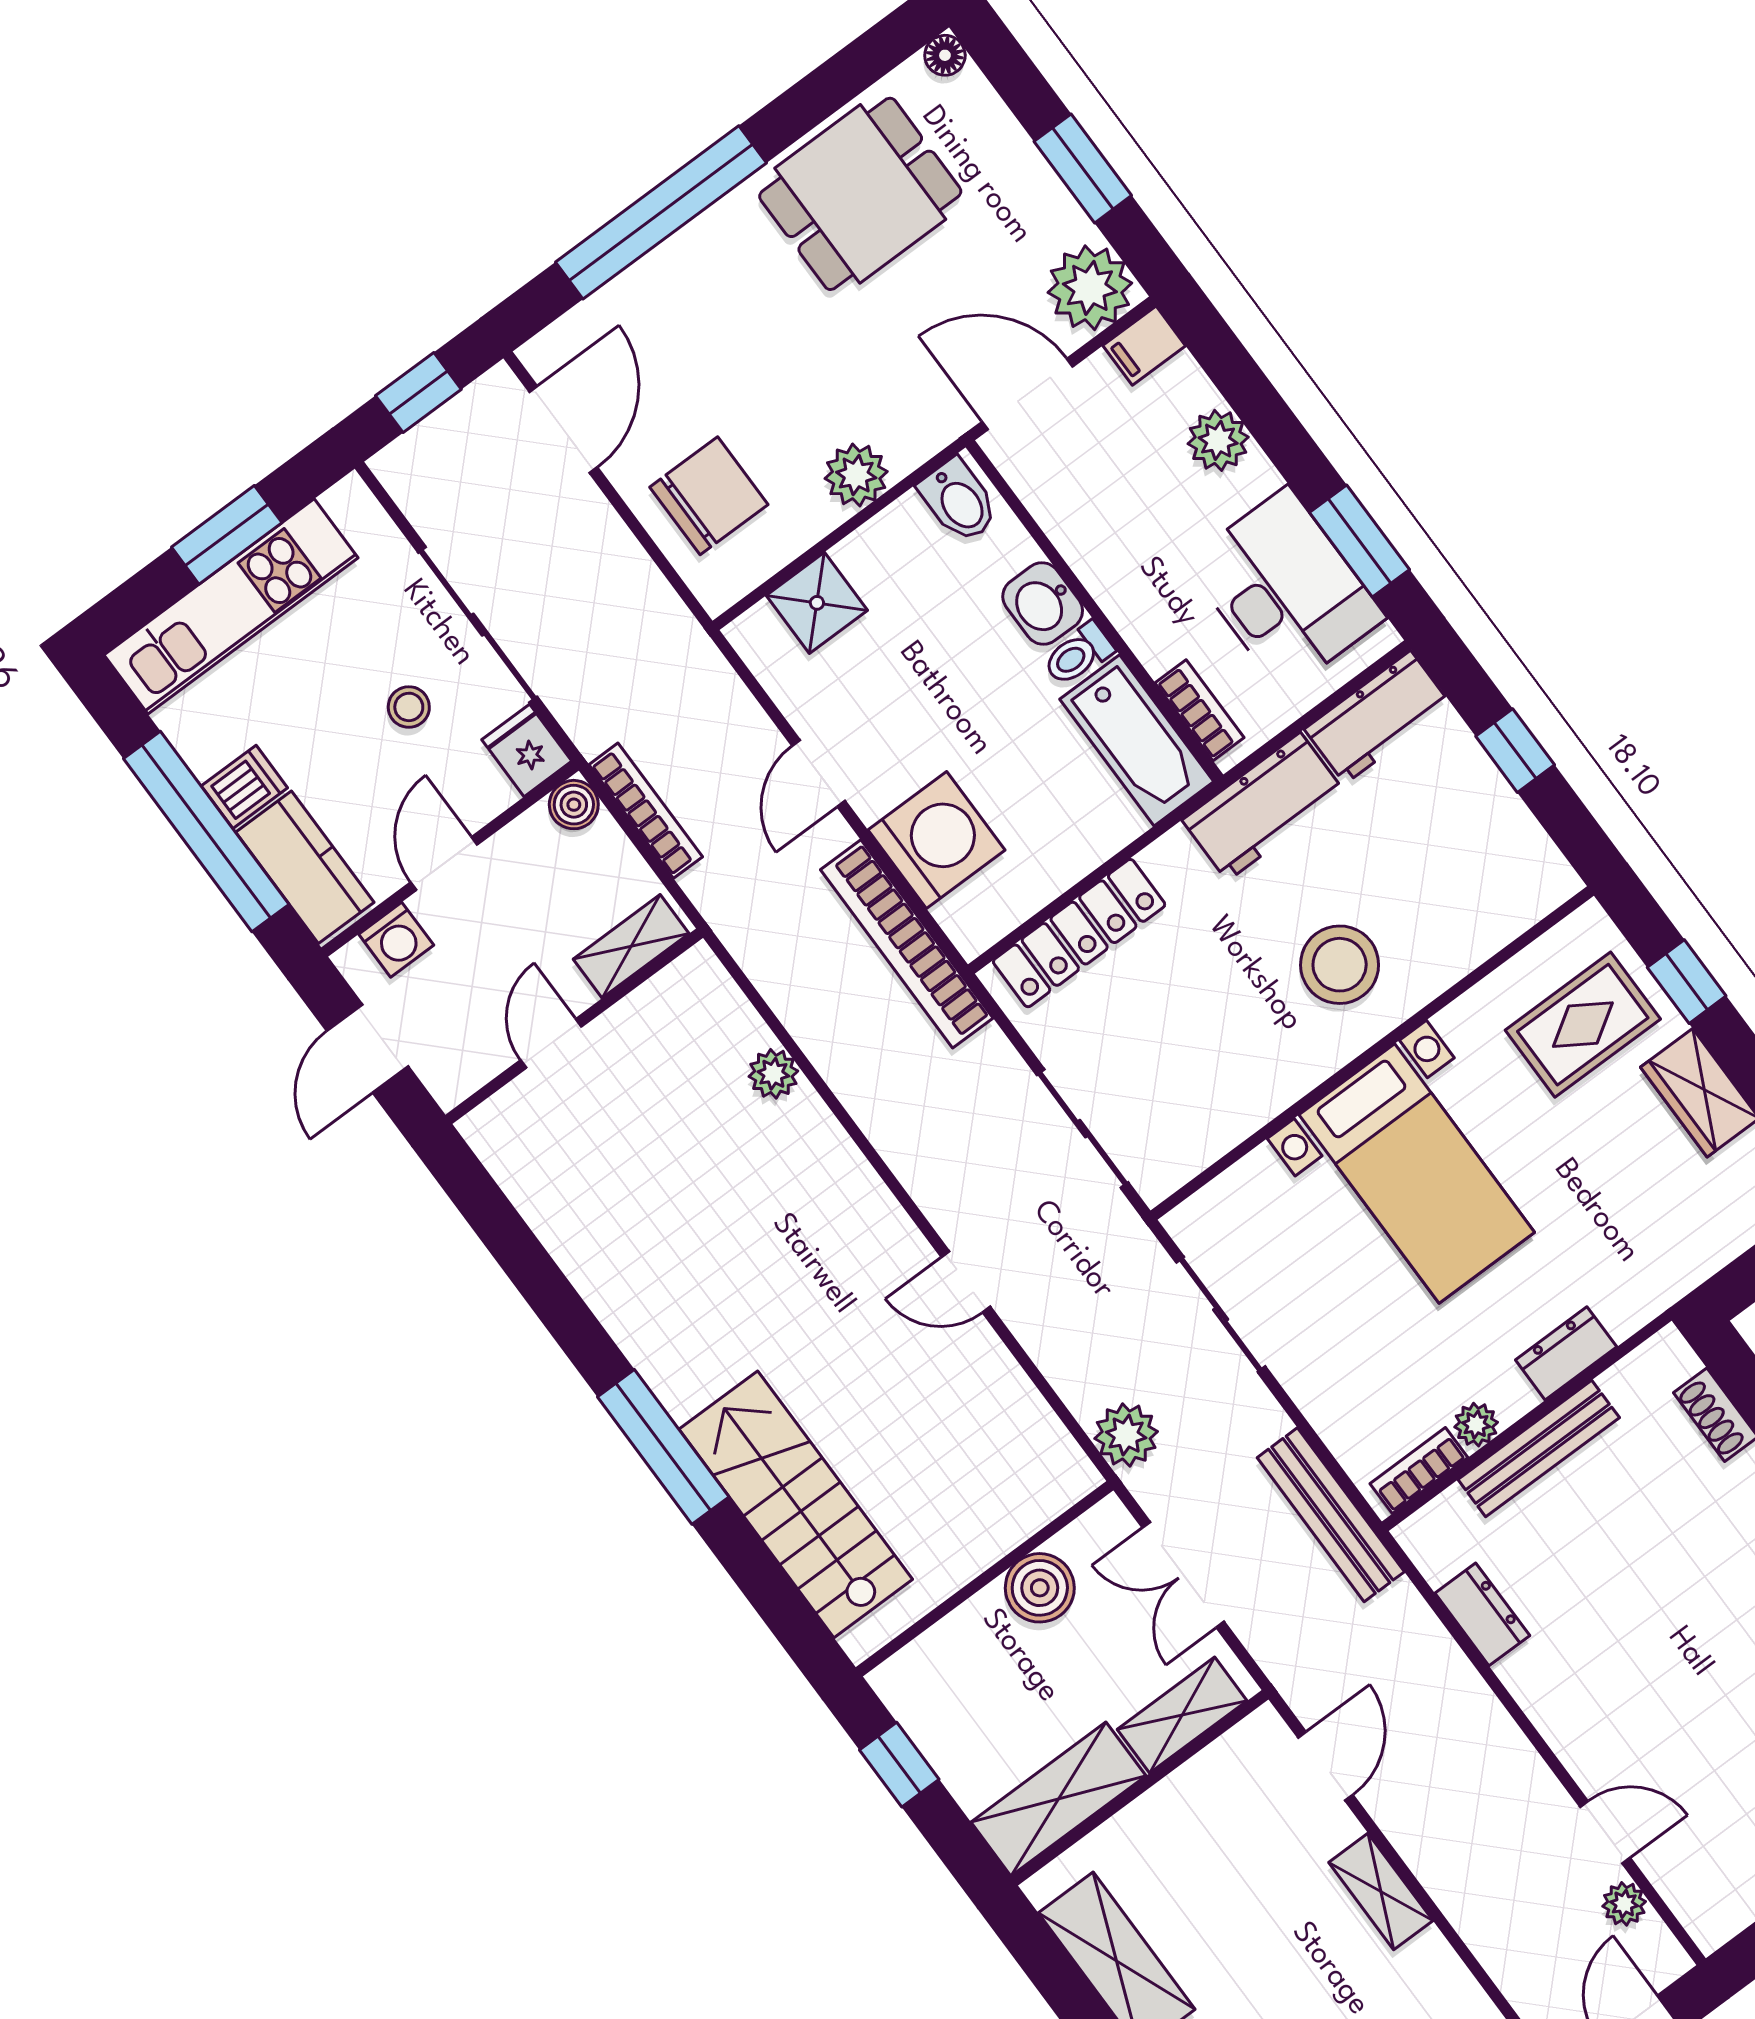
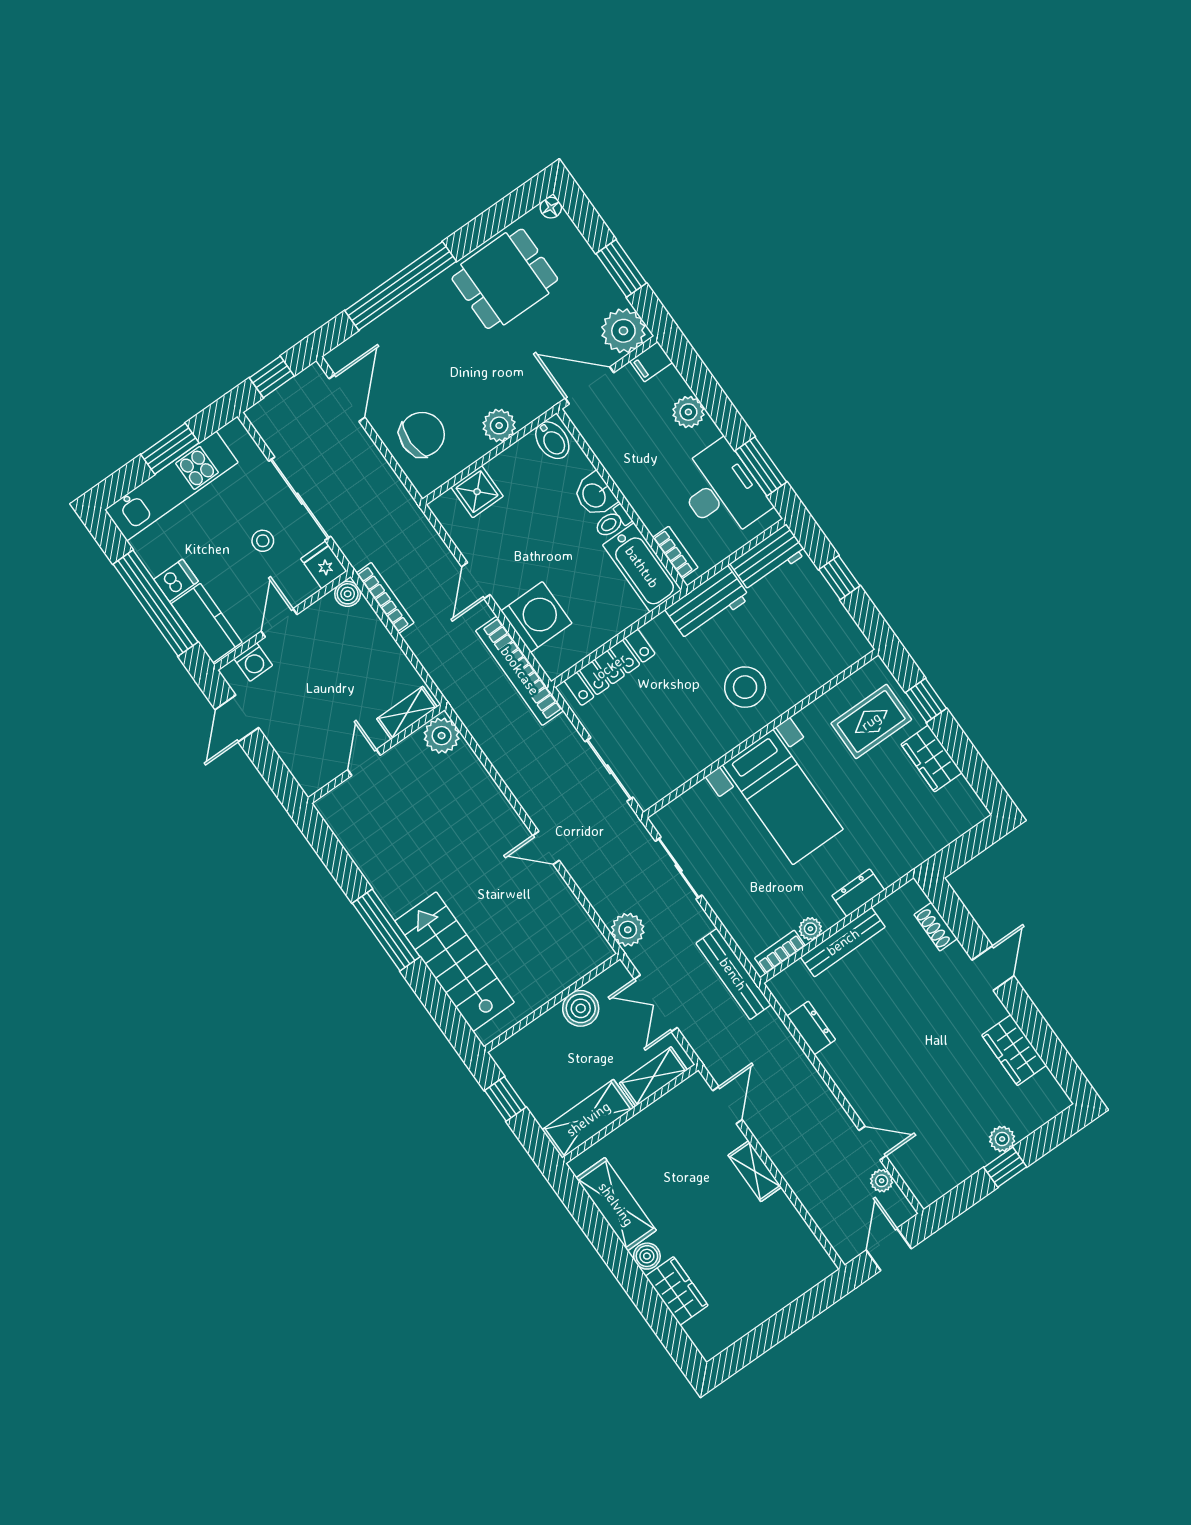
shelving: (631, 946) -> (407, 713), moved
wall: (574, 1026) -> (376, 754), moved
door: (551, 1043) -> (364, 762), moved
plant: (773, 1074) -> (442, 736), width x1.38, depth x1.38

